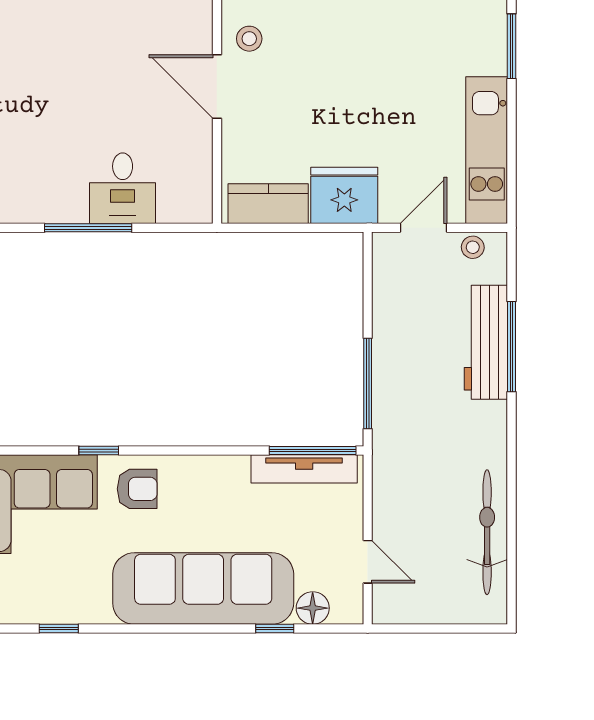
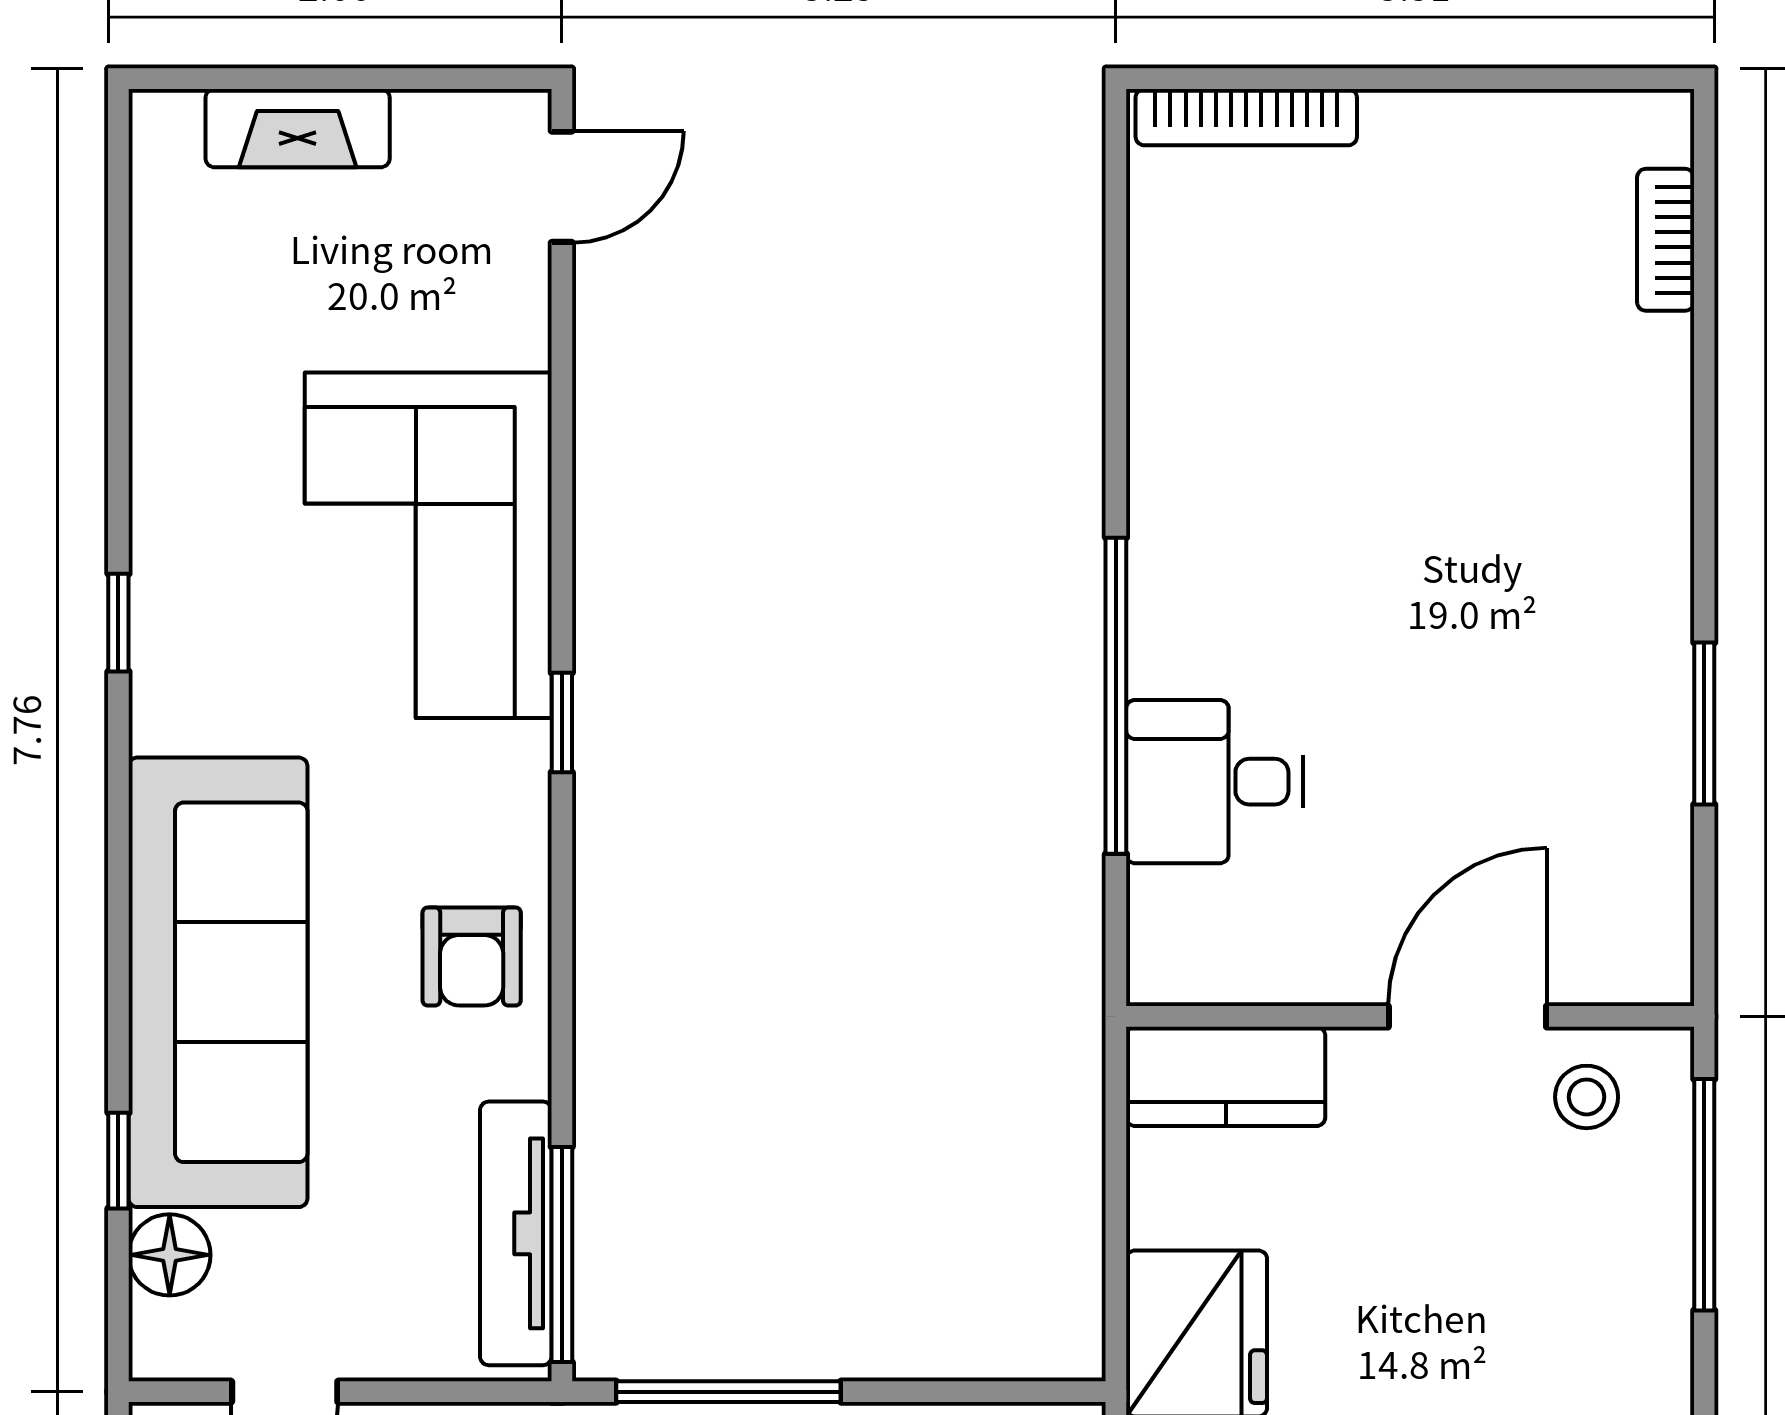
kitchen counter: (268, 204) -> (1226, 1076), moved, turned 90
window: (88, 228) -> (1116, 696), width x1.46
armchair: (137, 489) -> (472, 956), moved

